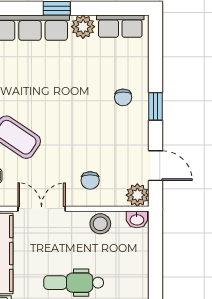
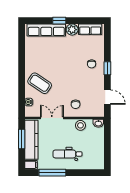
plant: (137, 195) -> (99, 111), removed

